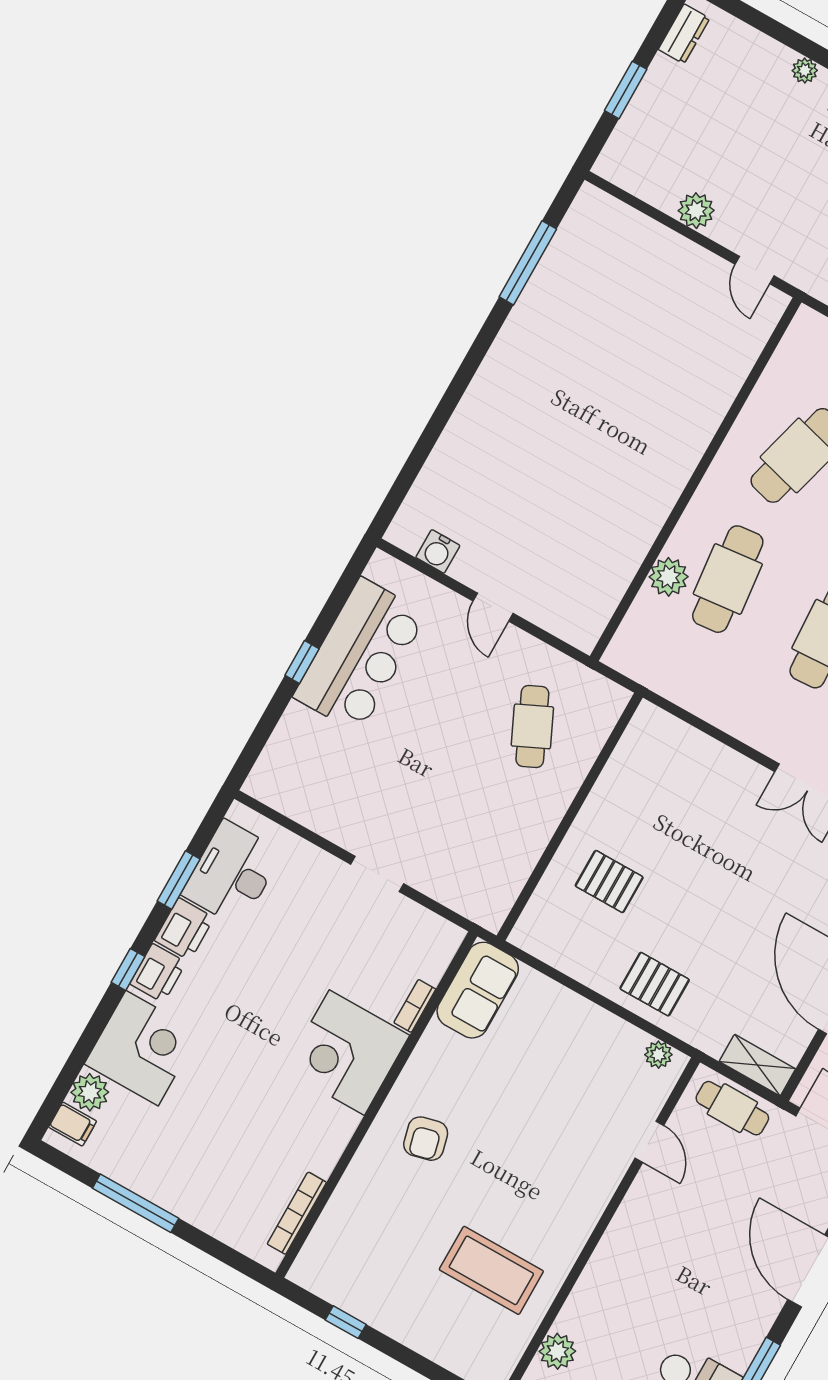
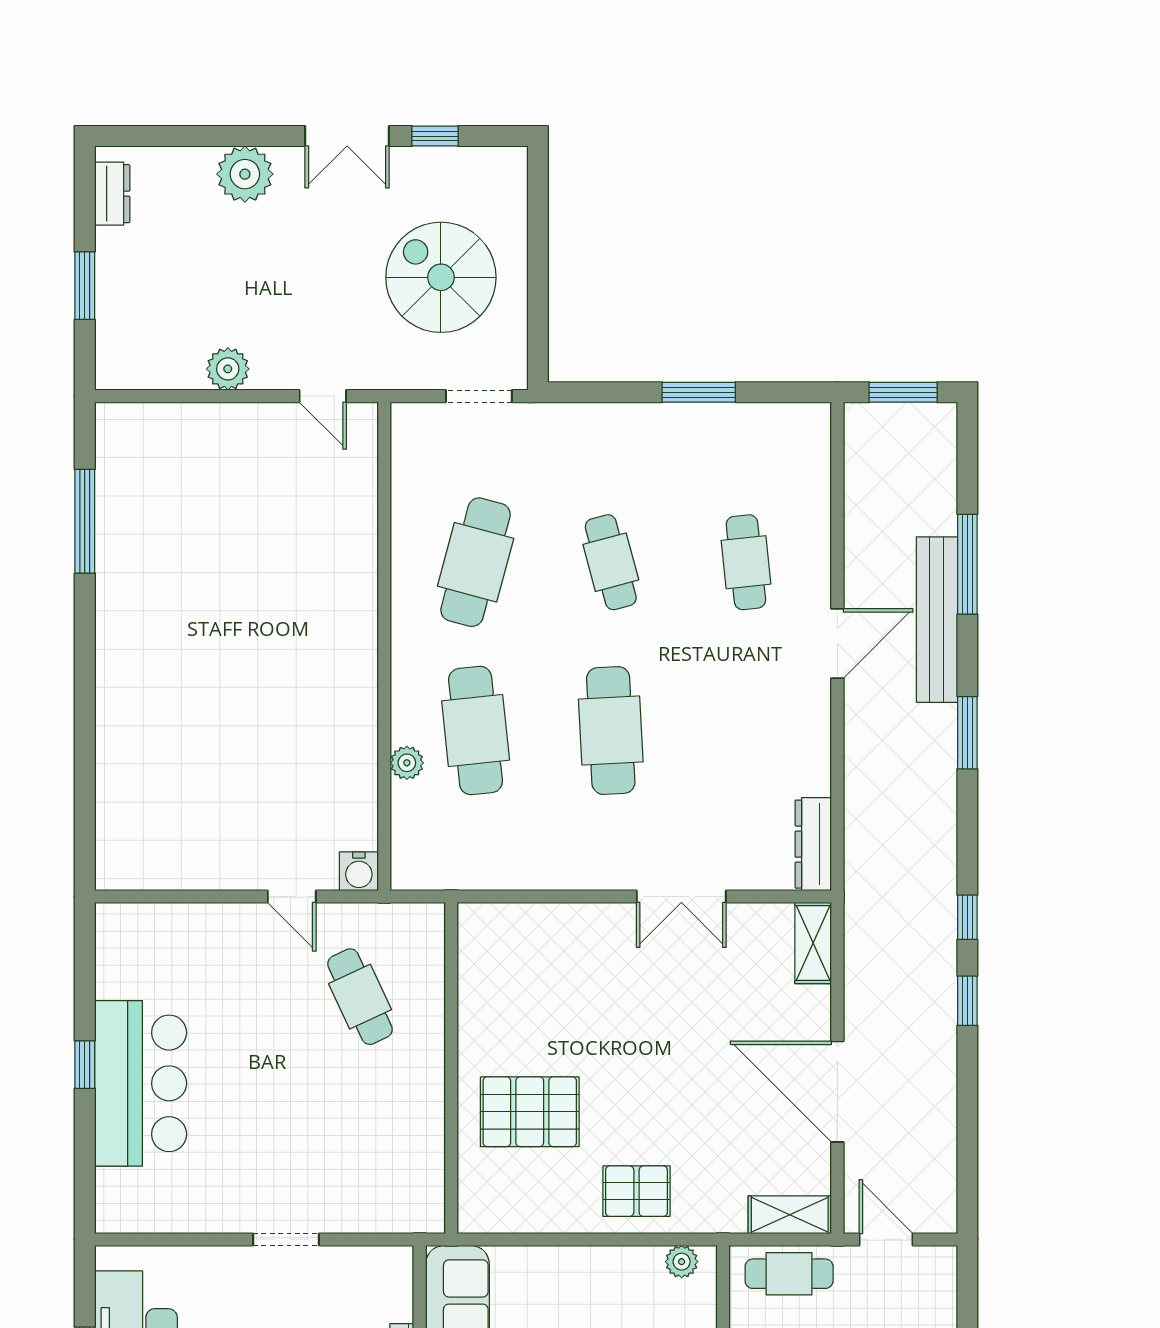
plant: (805, 70) -> (245, 174), width x1.87, depth x1.87
water cooler: (438, 551) -> (359, 871), moved
plant: (669, 577) -> (407, 763), width x0.73, depth x0.73
door: (493, 607) -> (292, 897), moved
bar counter: (360, 655) -> (141, 1083), moved
pallet: (609, 882) -> (530, 1112), width x1.50, depth x1.42

